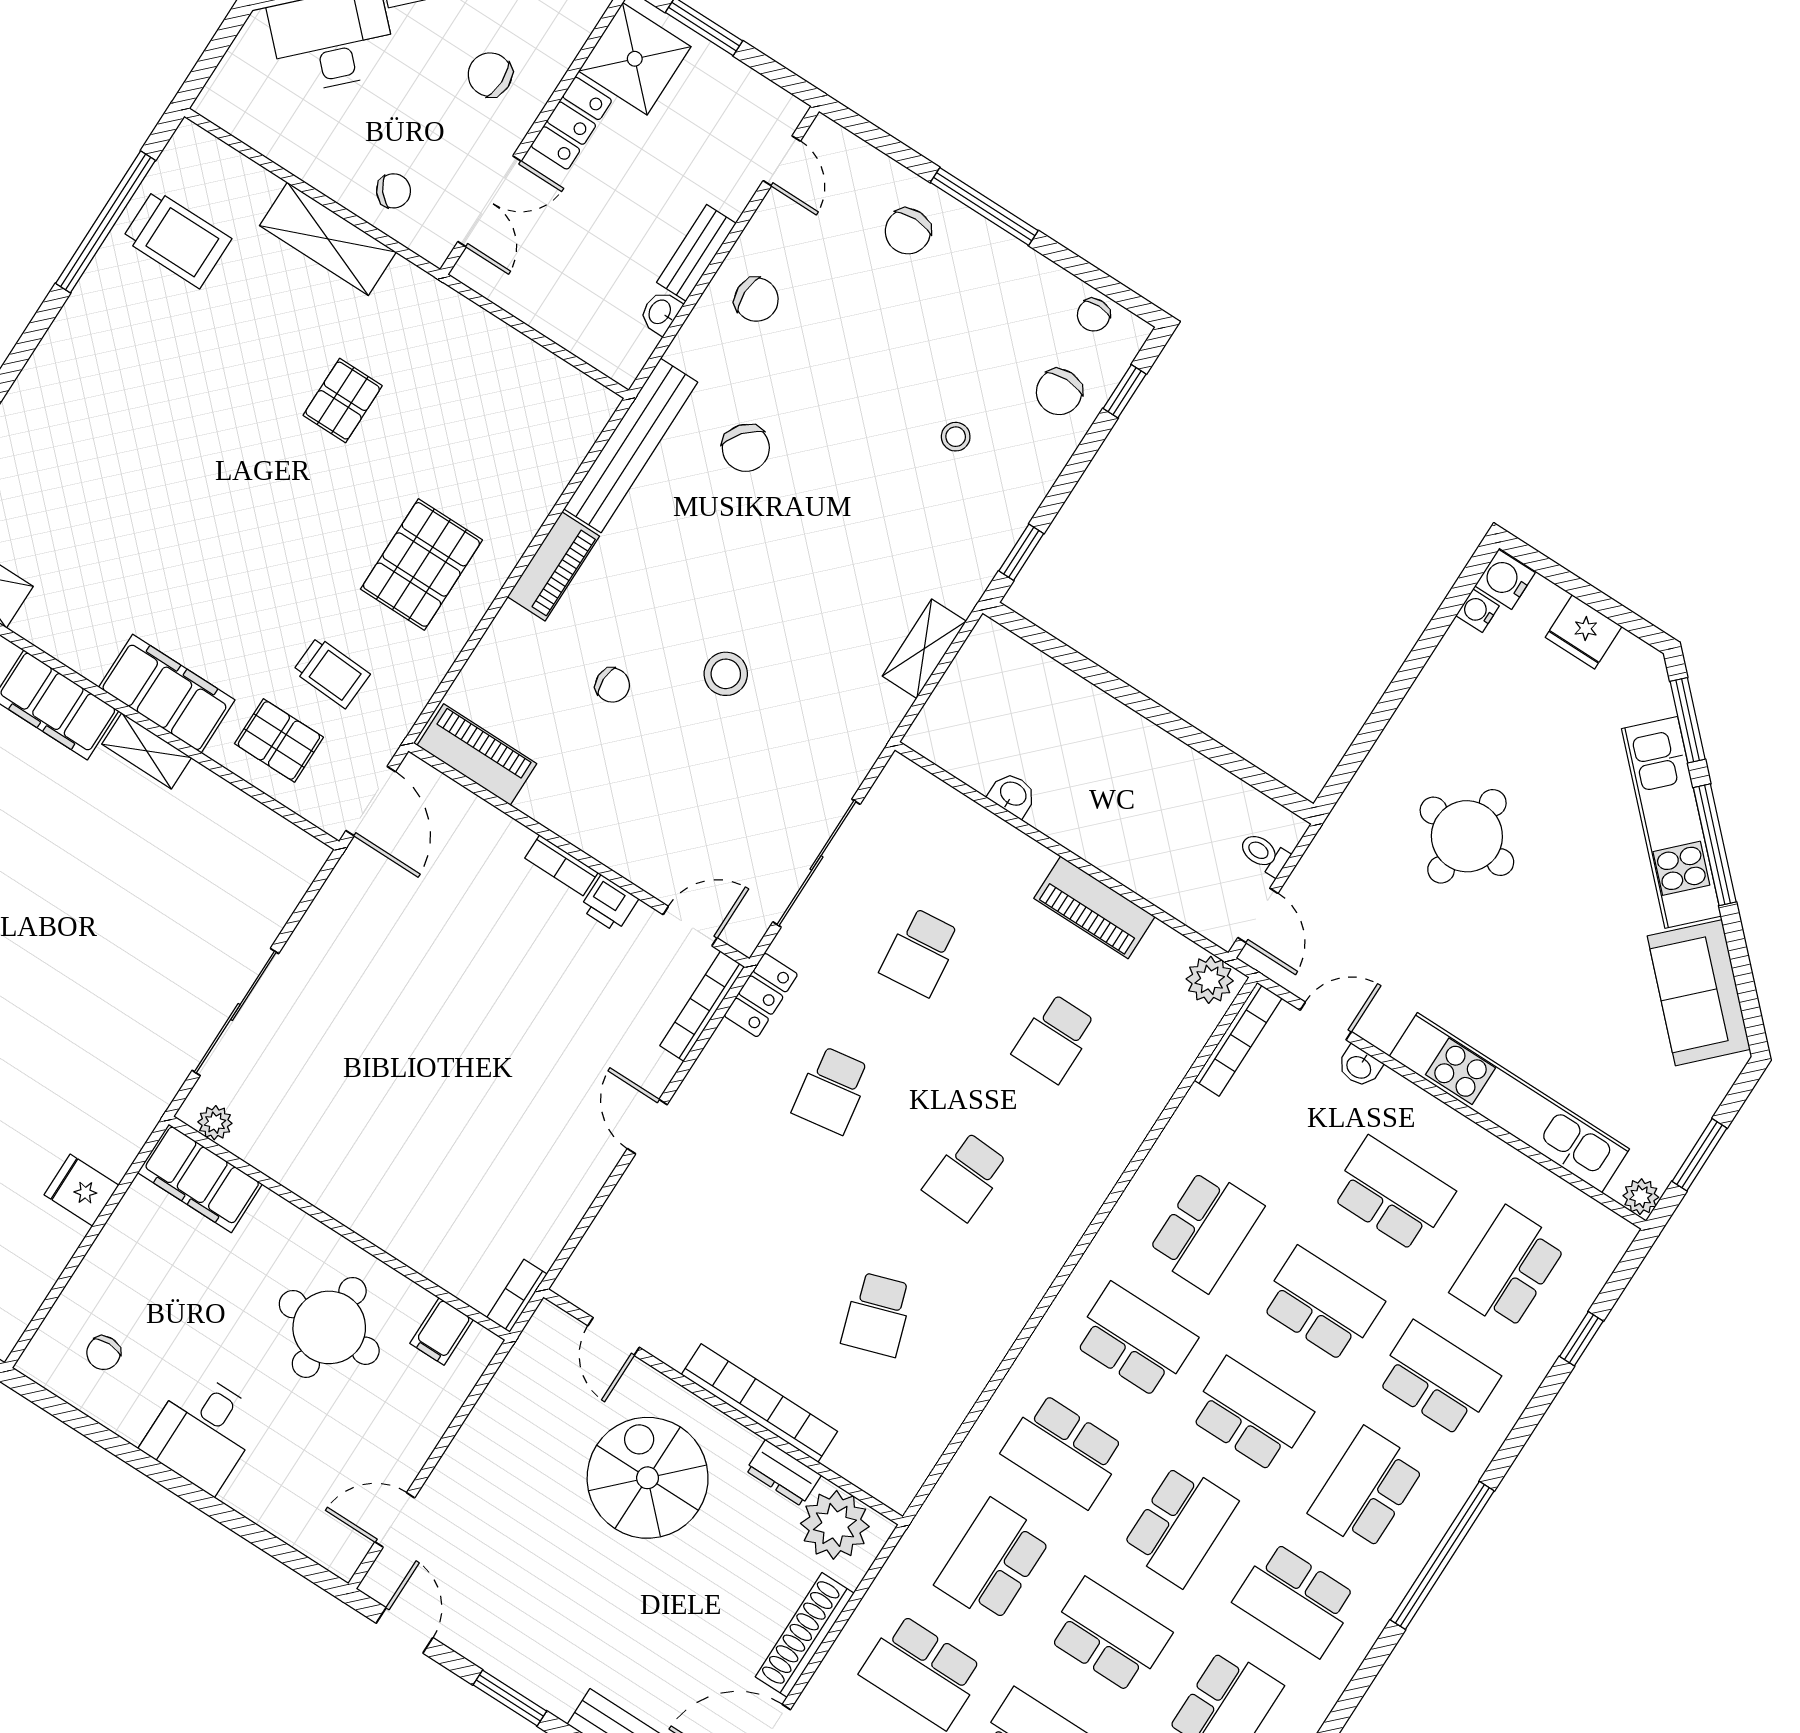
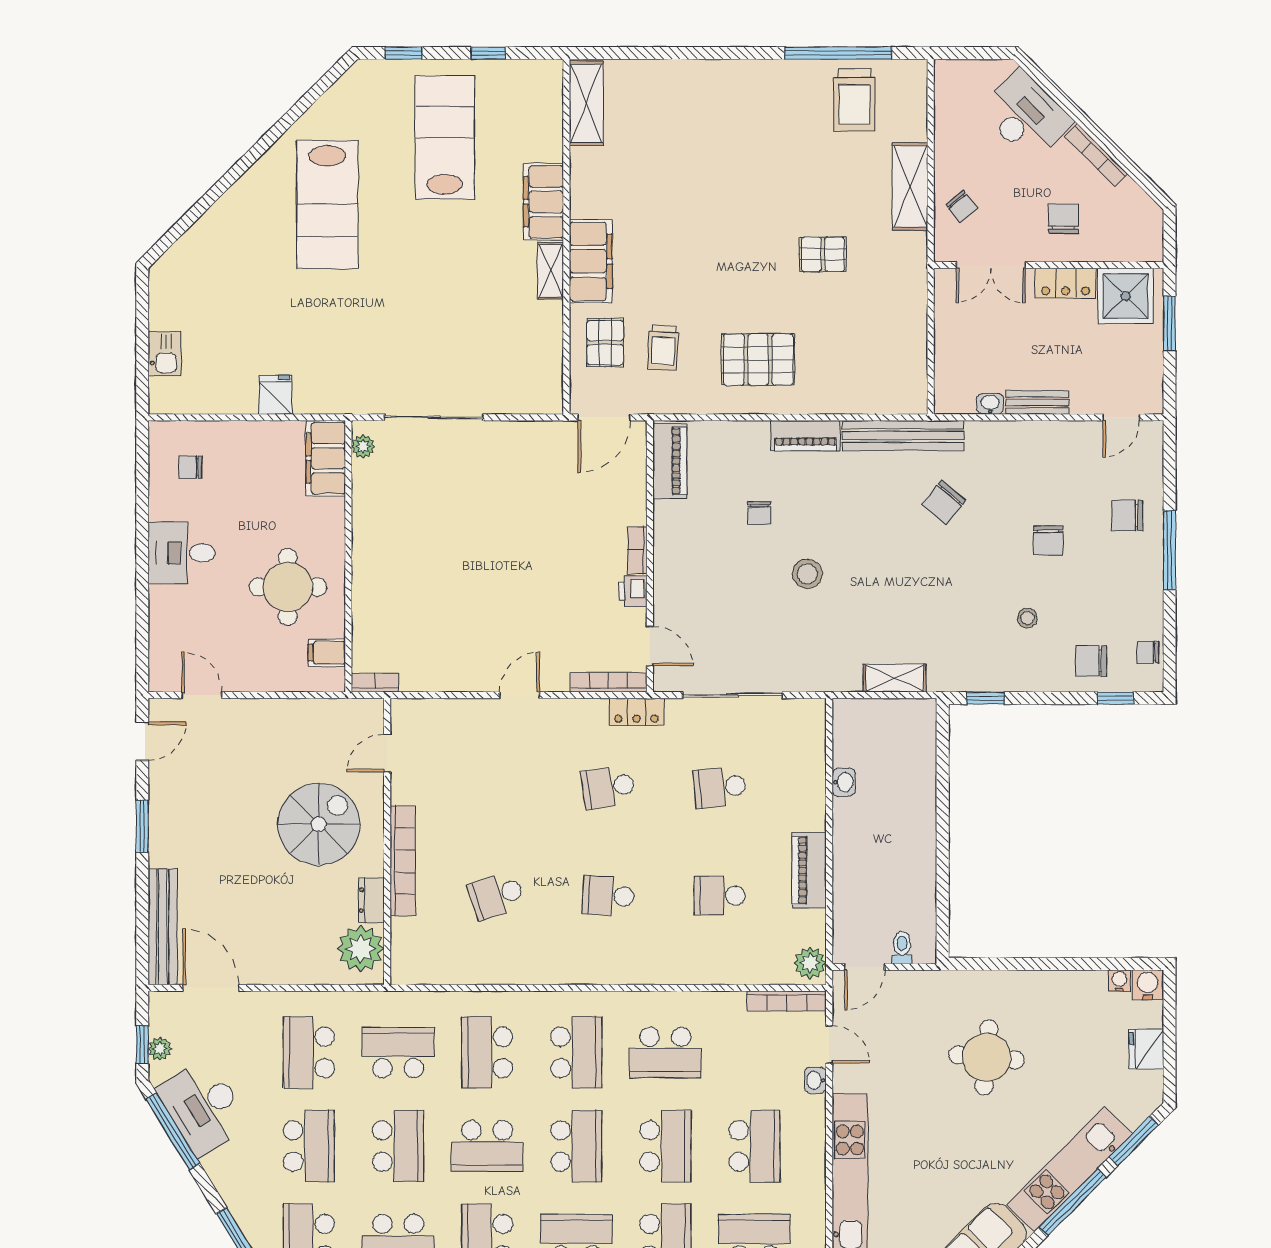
chair: (756, 300) -> (1048, 540), moved
shoe rack: (805, 1635) -> (287, 972), removed

